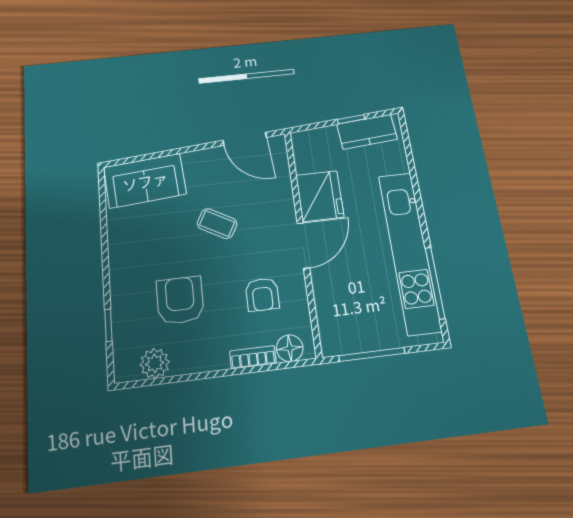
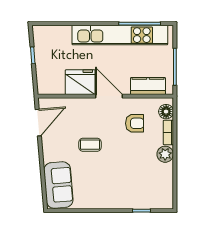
kitchen counter: (367, 132) -> (148, 86), moved, turned -85
coffee table: (217, 224) -> (90, 145), turned 61
armchair: (180, 300) -> (132, 170), removed
plant: (155, 363) -> (165, 154), moved

